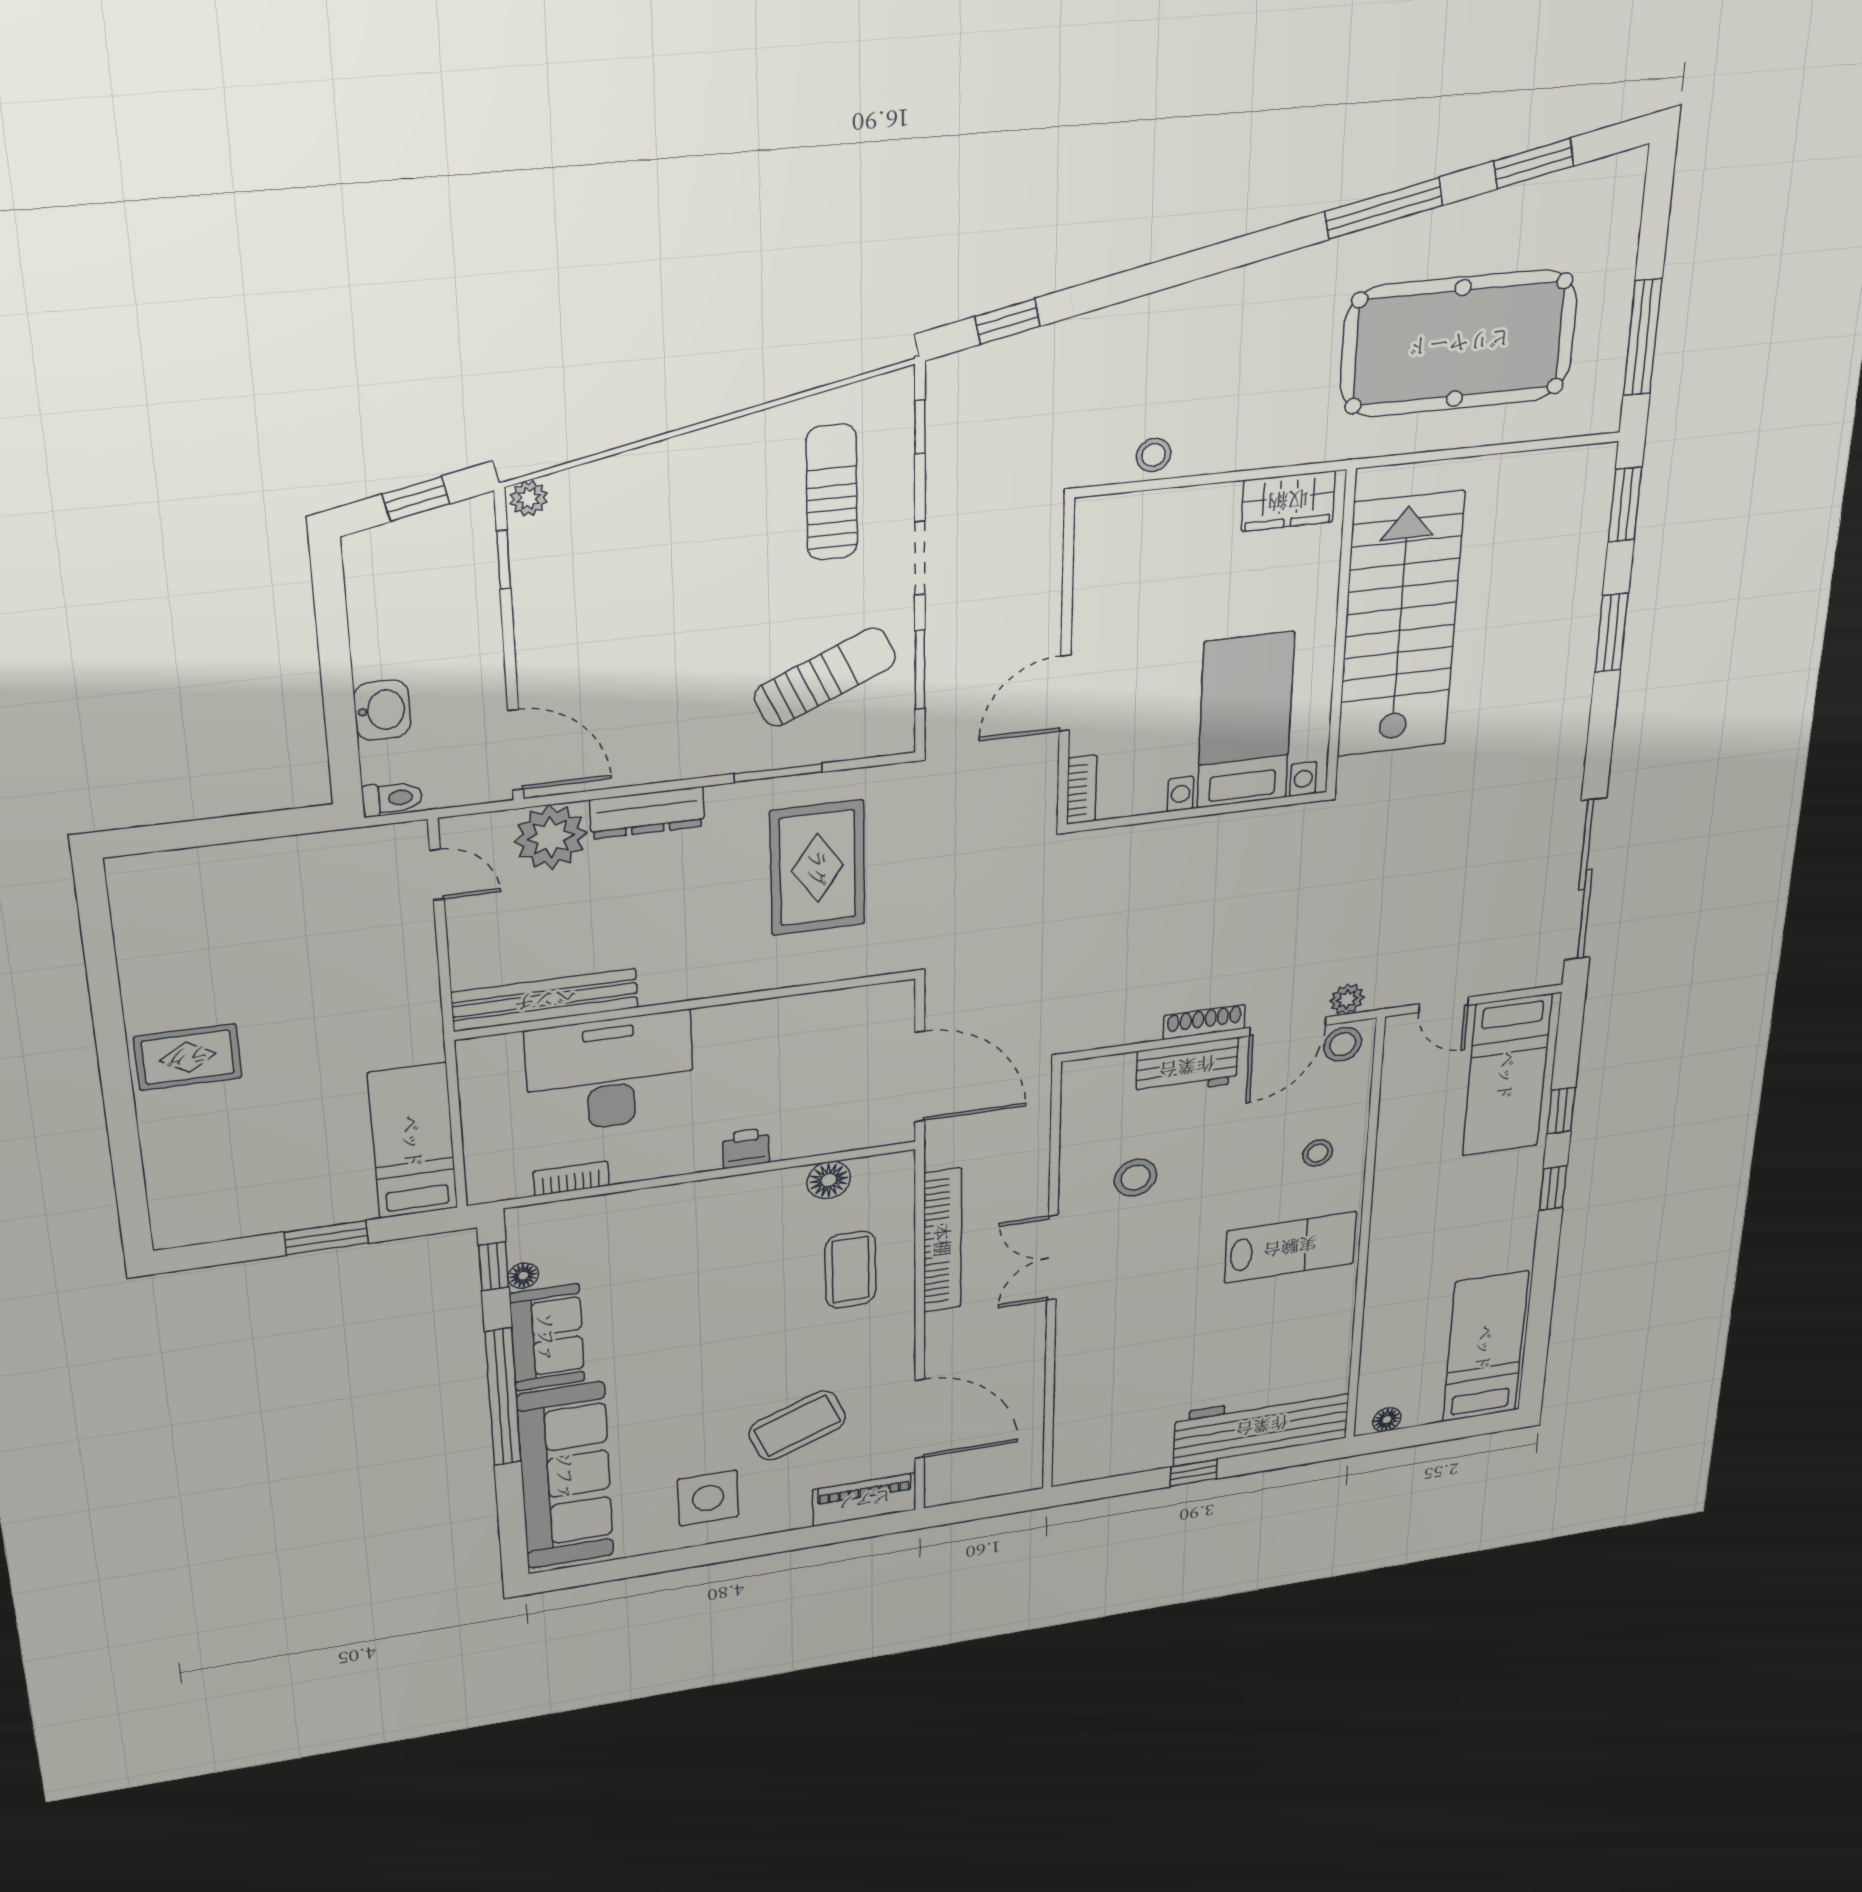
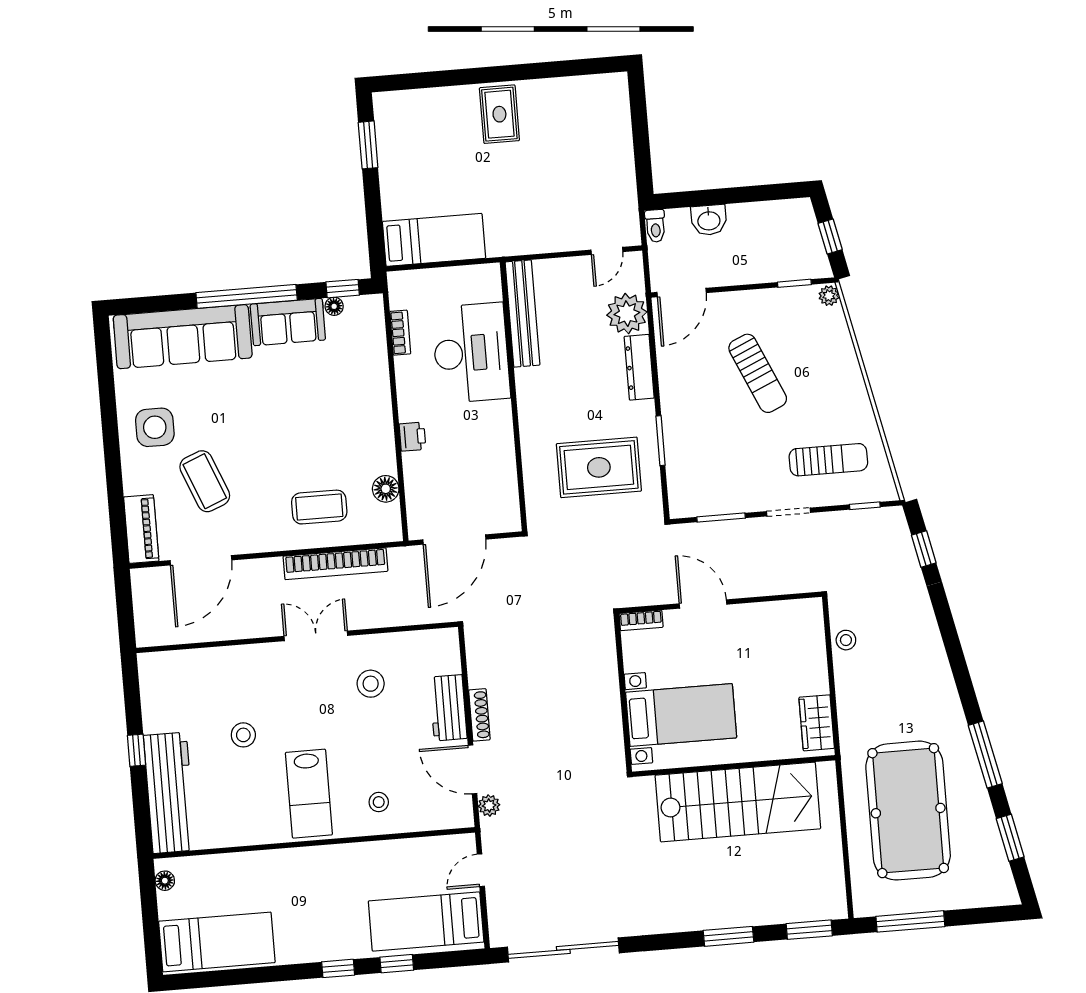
sun lounger: (825, 677) -> (758, 373), moved
stool: (1343, 1044) -> (243, 735), moved
window: (326, 1238) -> (368, 145), moved

